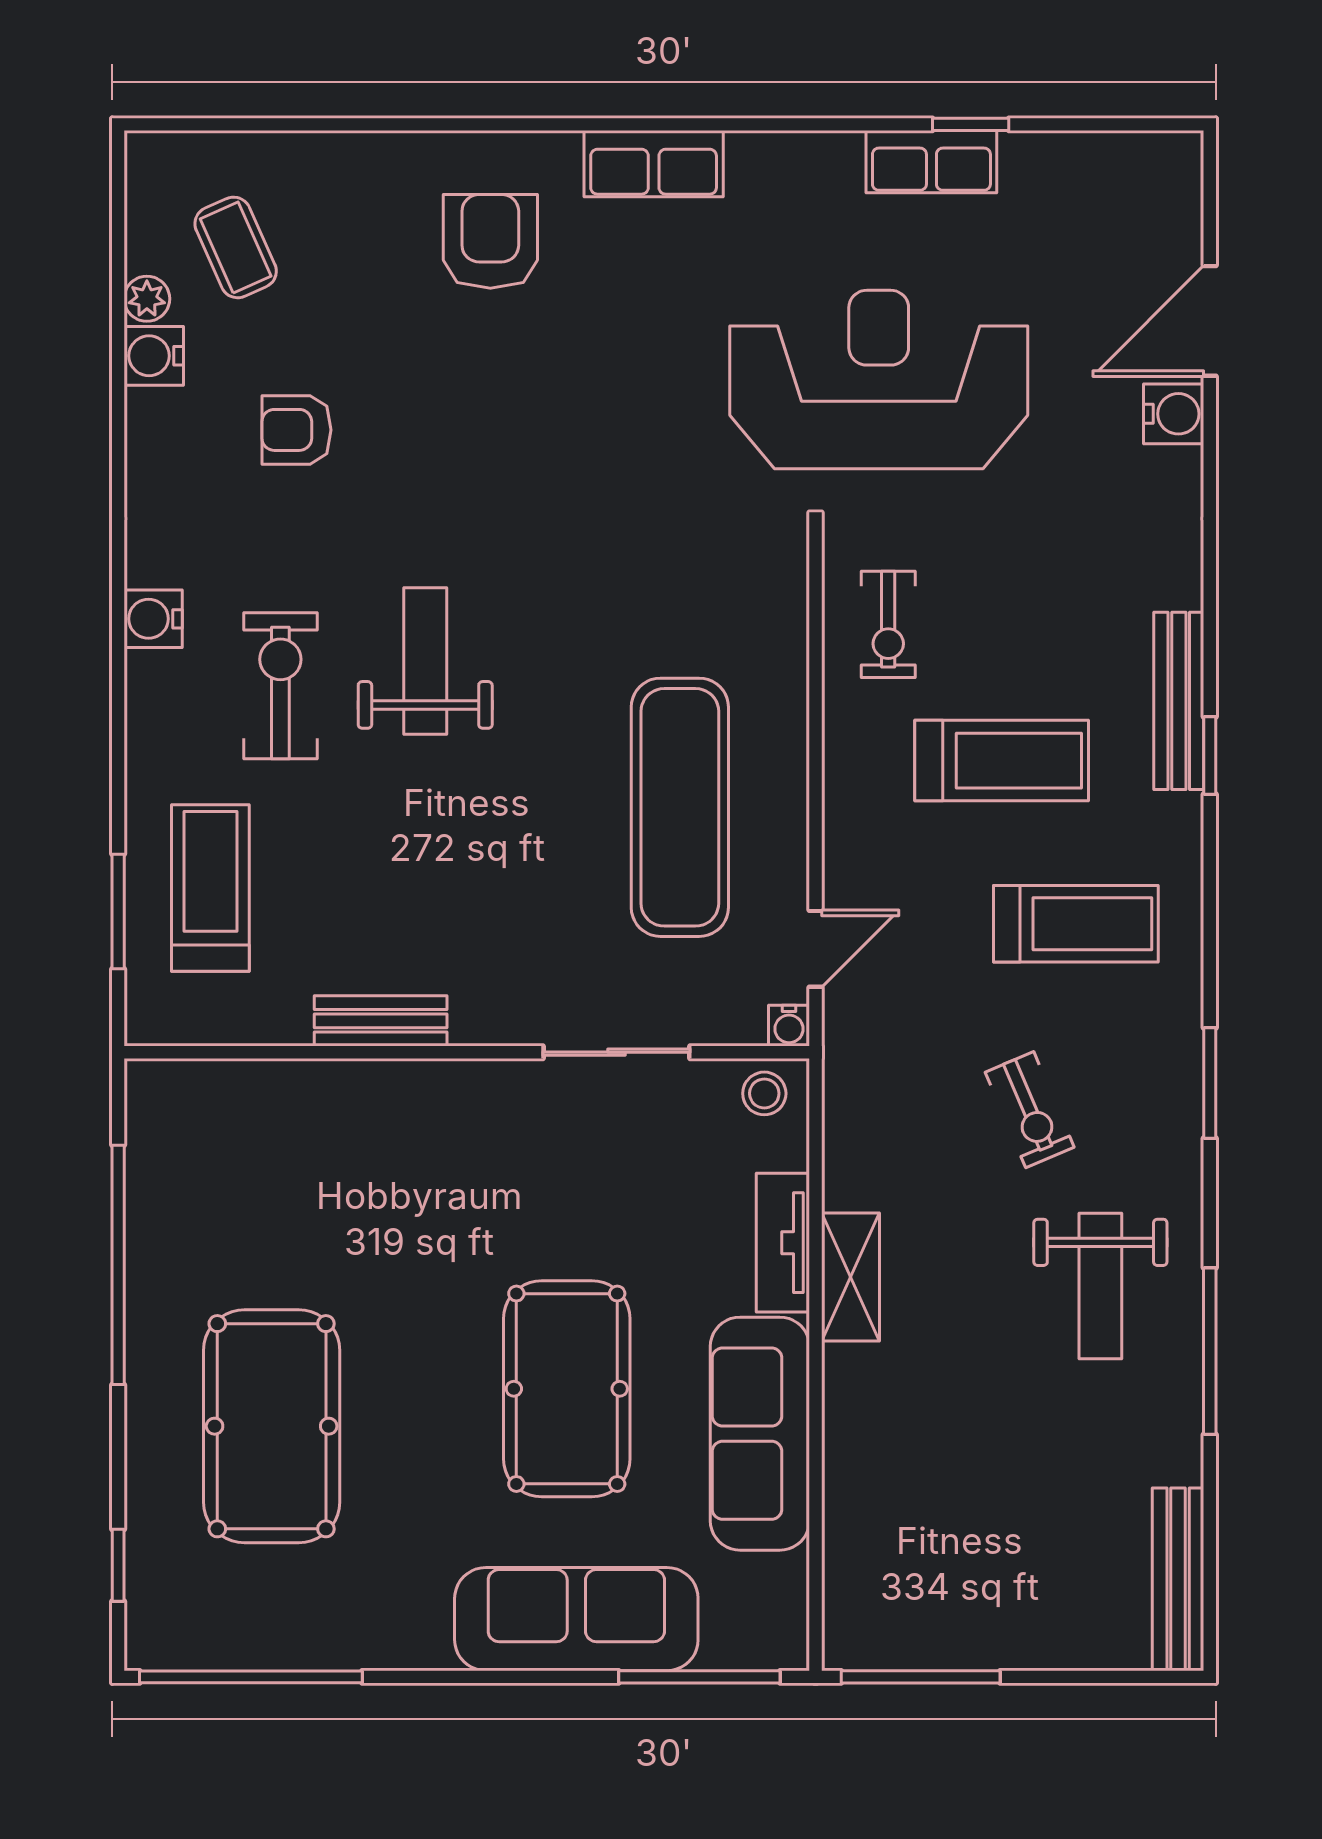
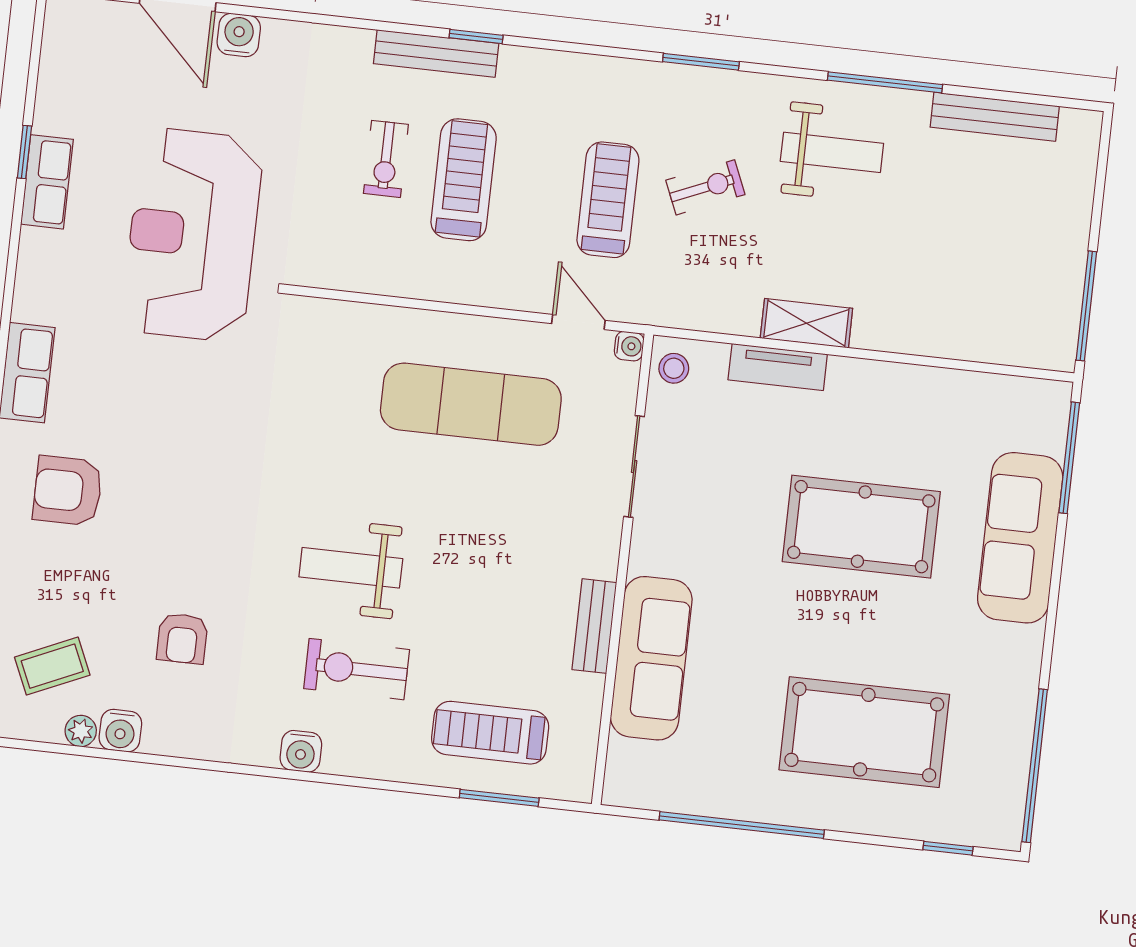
exercise bike: (888, 624) -> (386, 159), moved, turned 90
treadmill: (1076, 924) -> (608, 200), moved
sofa: (760, 1434) -> (651, 658), moved, turned -90
bench: (1178, 1579) -> (995, 117), moved

